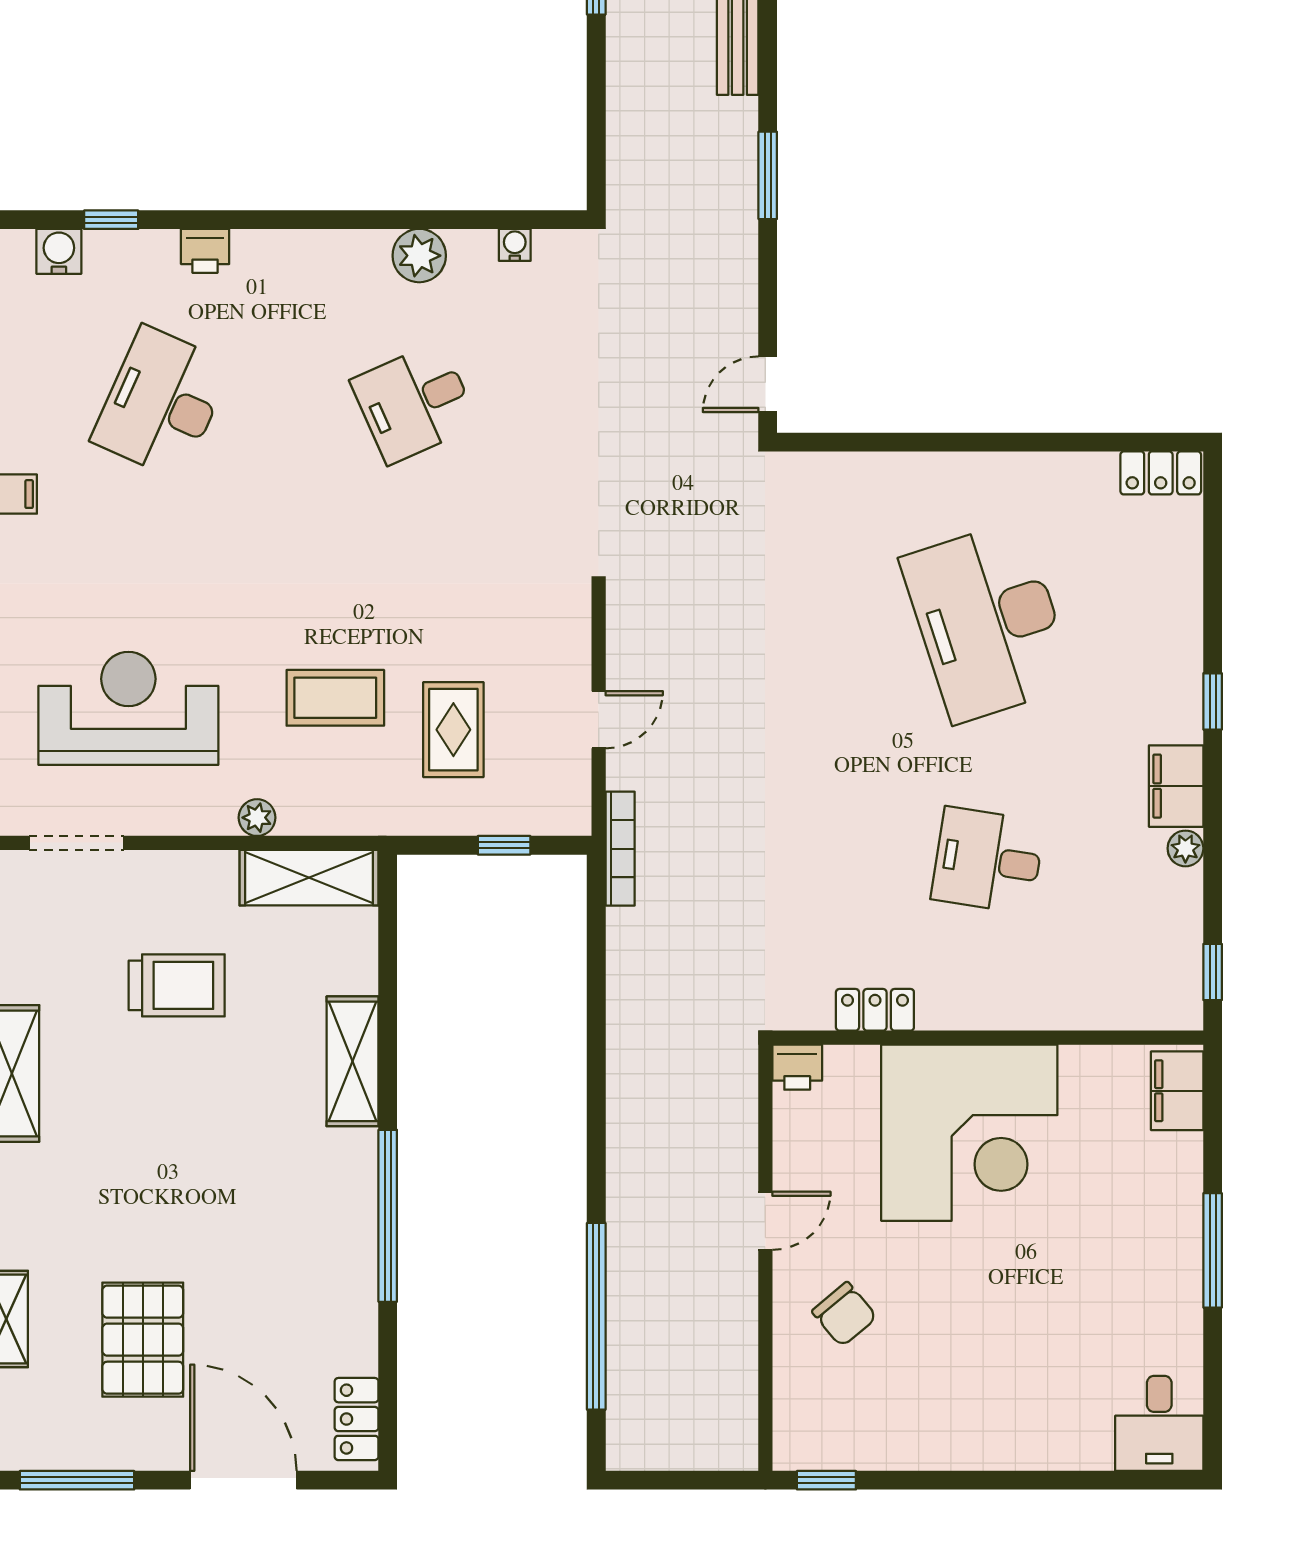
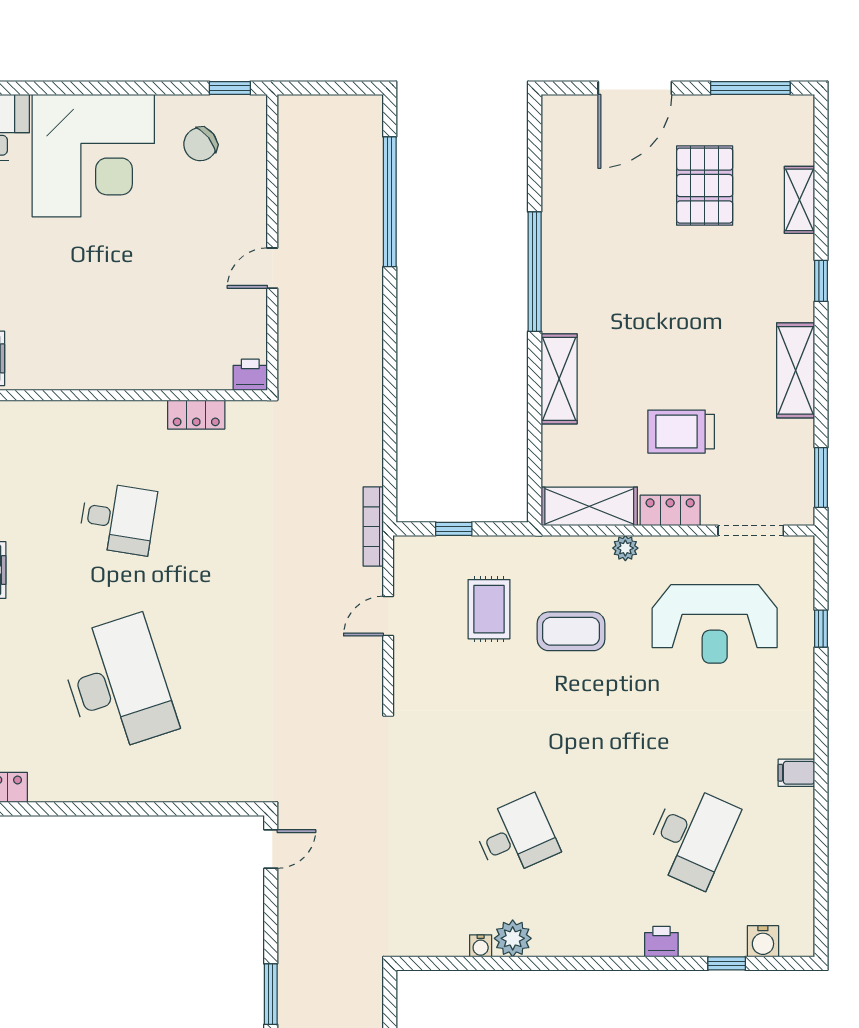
water cooler: (515, 245) -> (481, 946), moved
corner desk: (969, 1133) -> (93, 156), moved, turned 180
chair: (844, 1314) -> (200, 144), moved, turned -88
locker: (357, 1419) -> (670, 510), moved, turned -90
door: (243, 1480) -> (635, 88), hinge flipped

